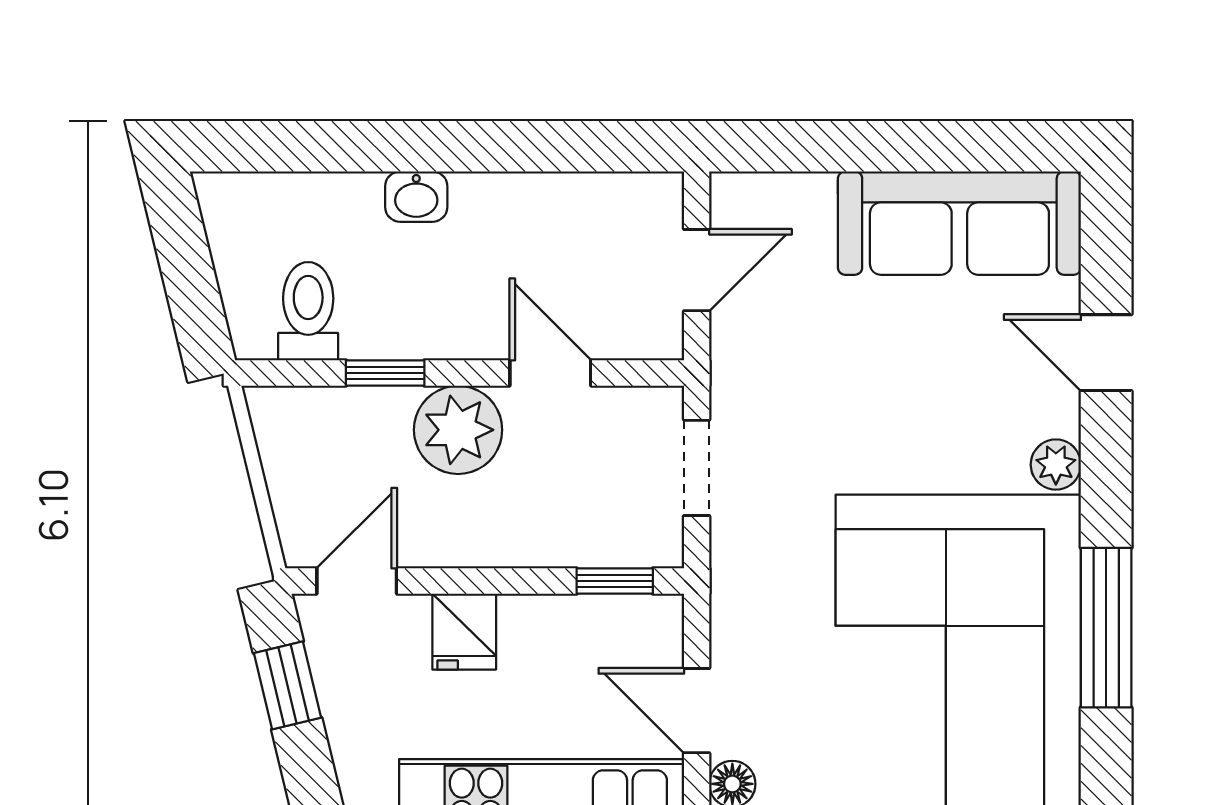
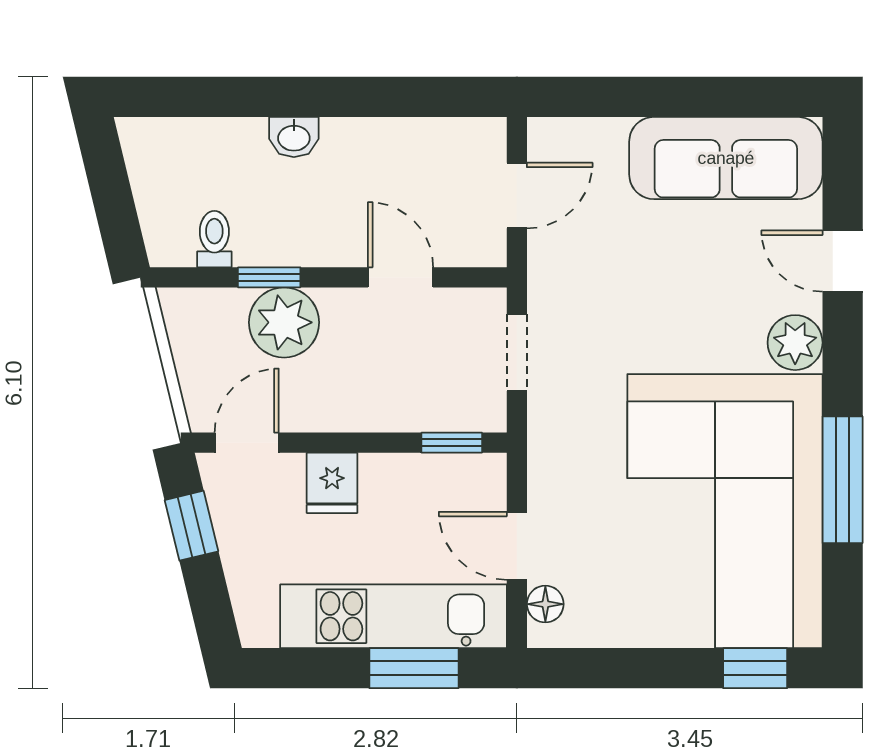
toilet: (308, 311) -> (214, 239), width x0.73, depth x0.72
plant: (458, 430) -> (284, 322), moved
plant: (1056, 465) -> (795, 343), width x1.38, depth x1.38

